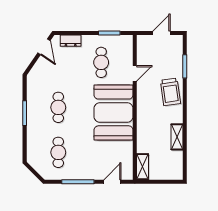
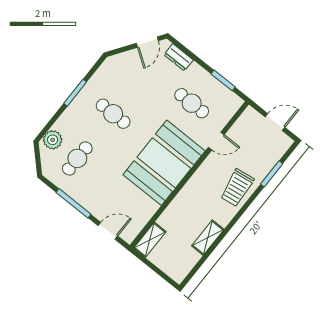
cafe table: (101, 62) -> (192, 103), turned 90
cafe table: (58, 107) -> (113, 114), turned 90
plant: (34, 153) -> (53, 140), added

